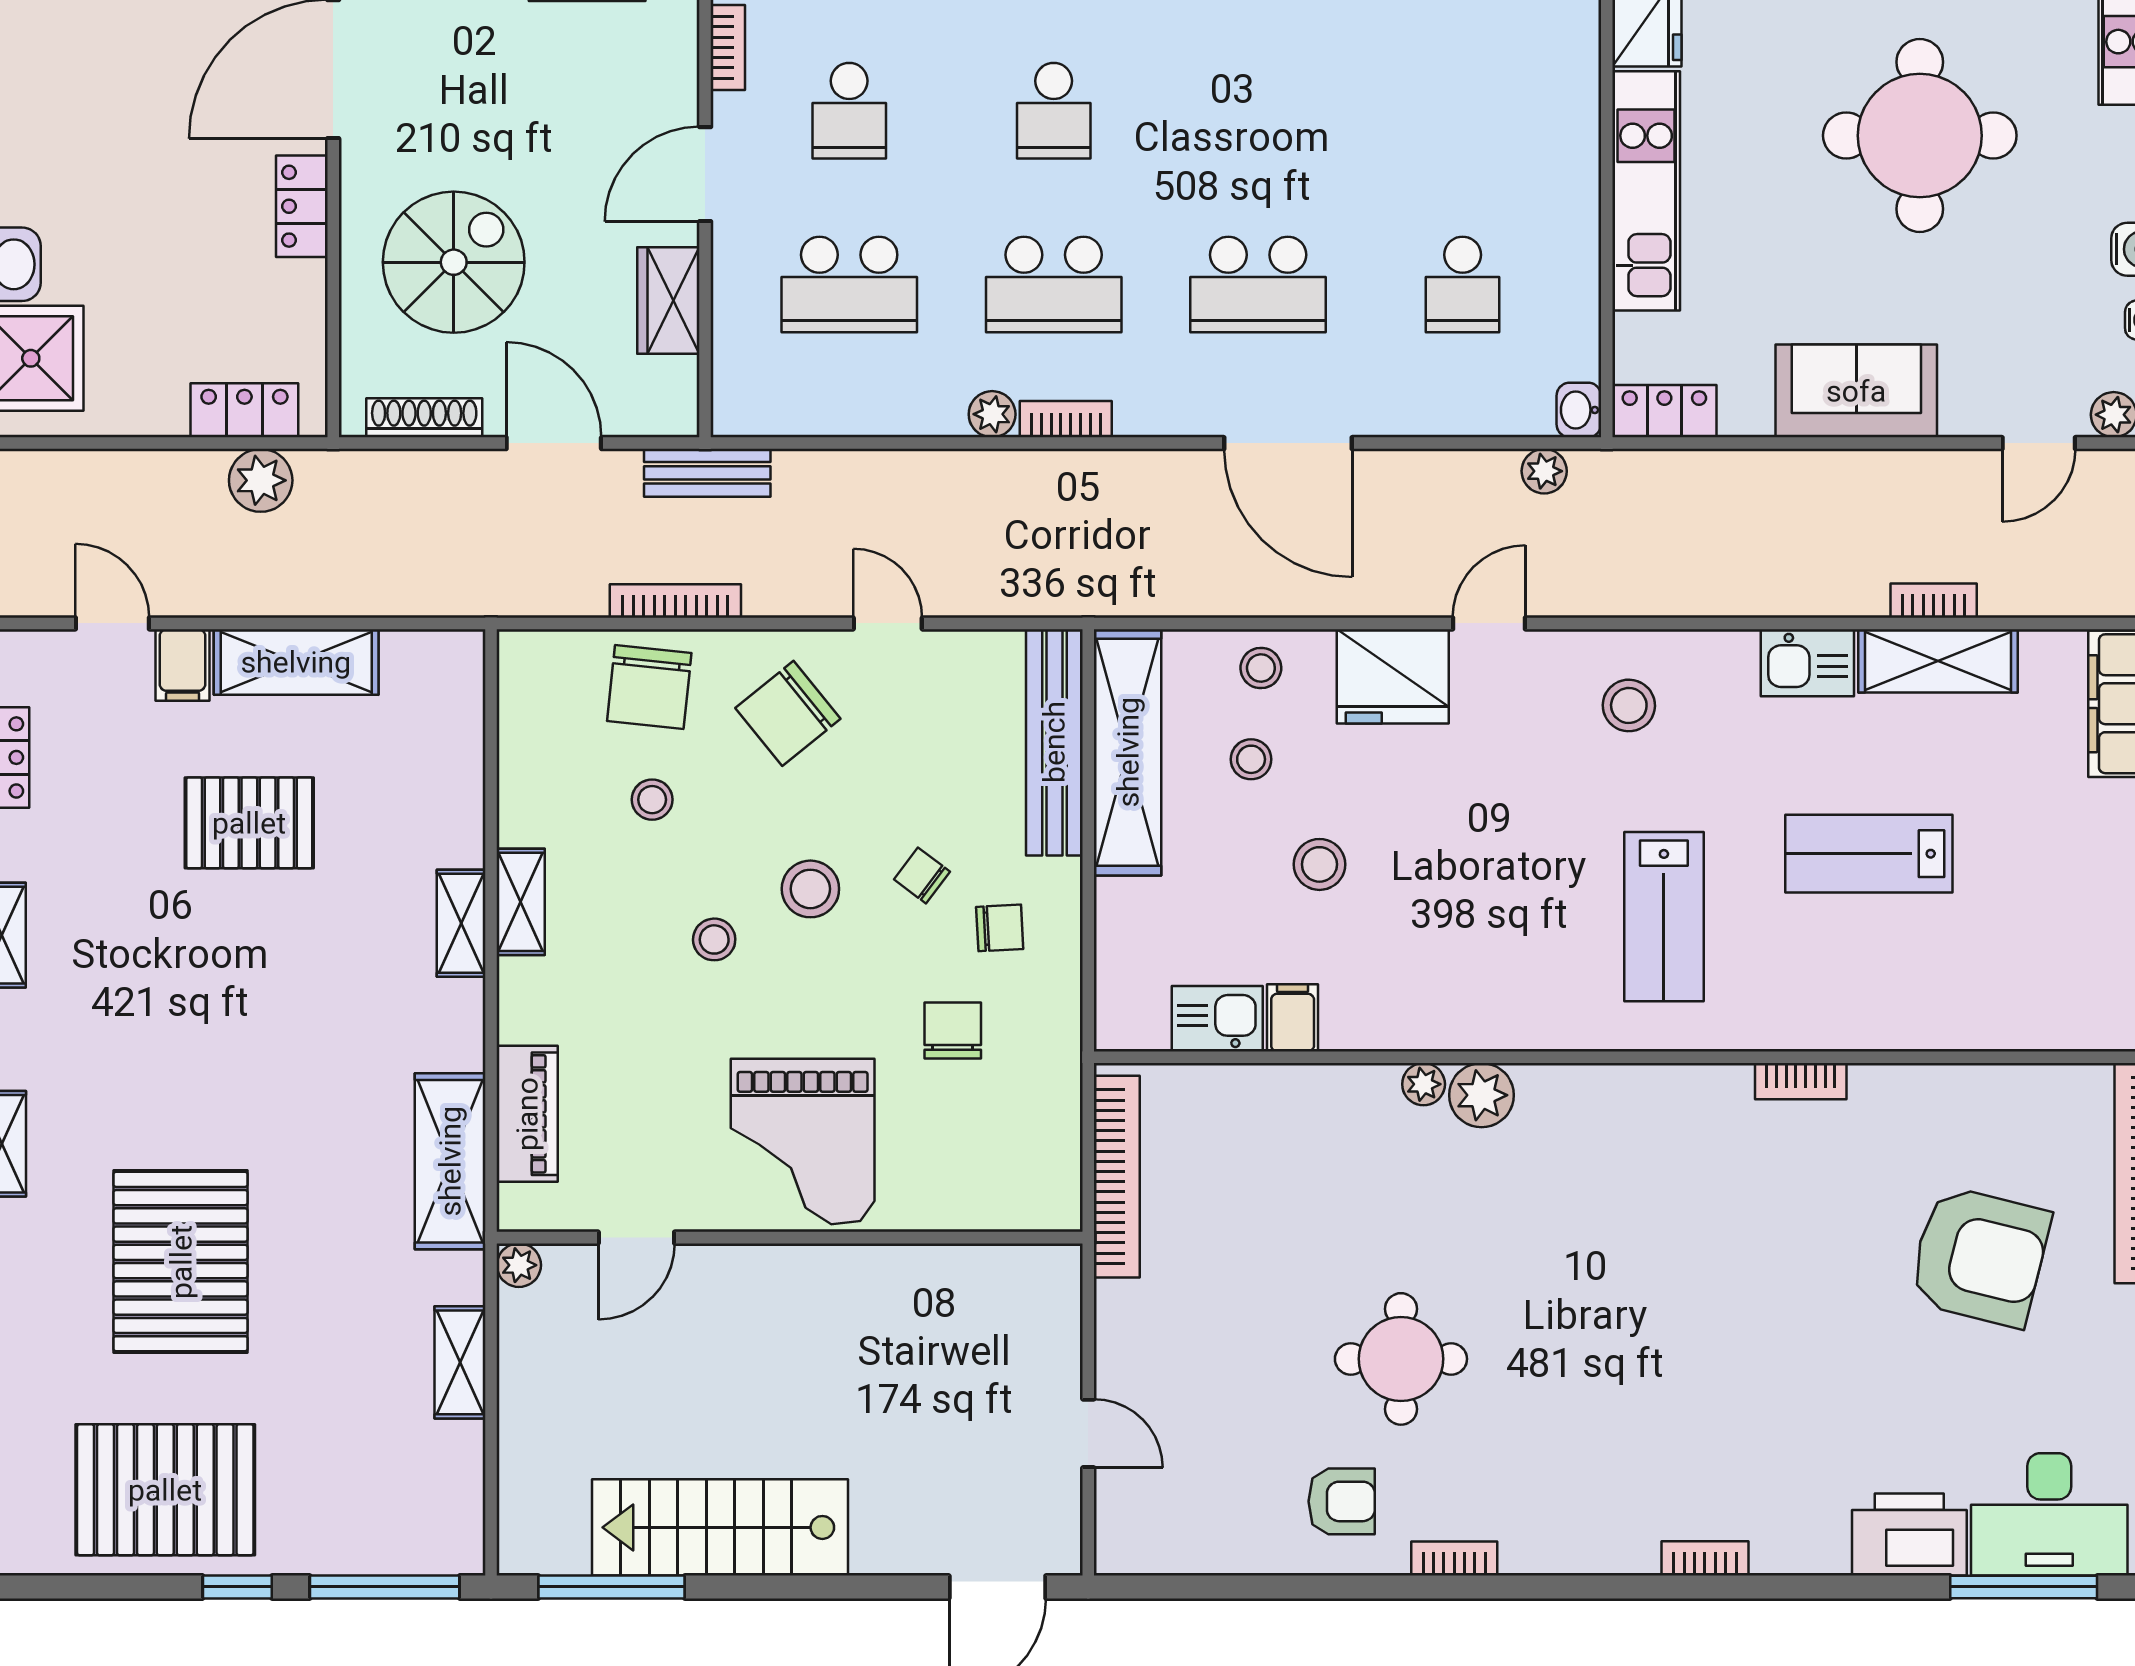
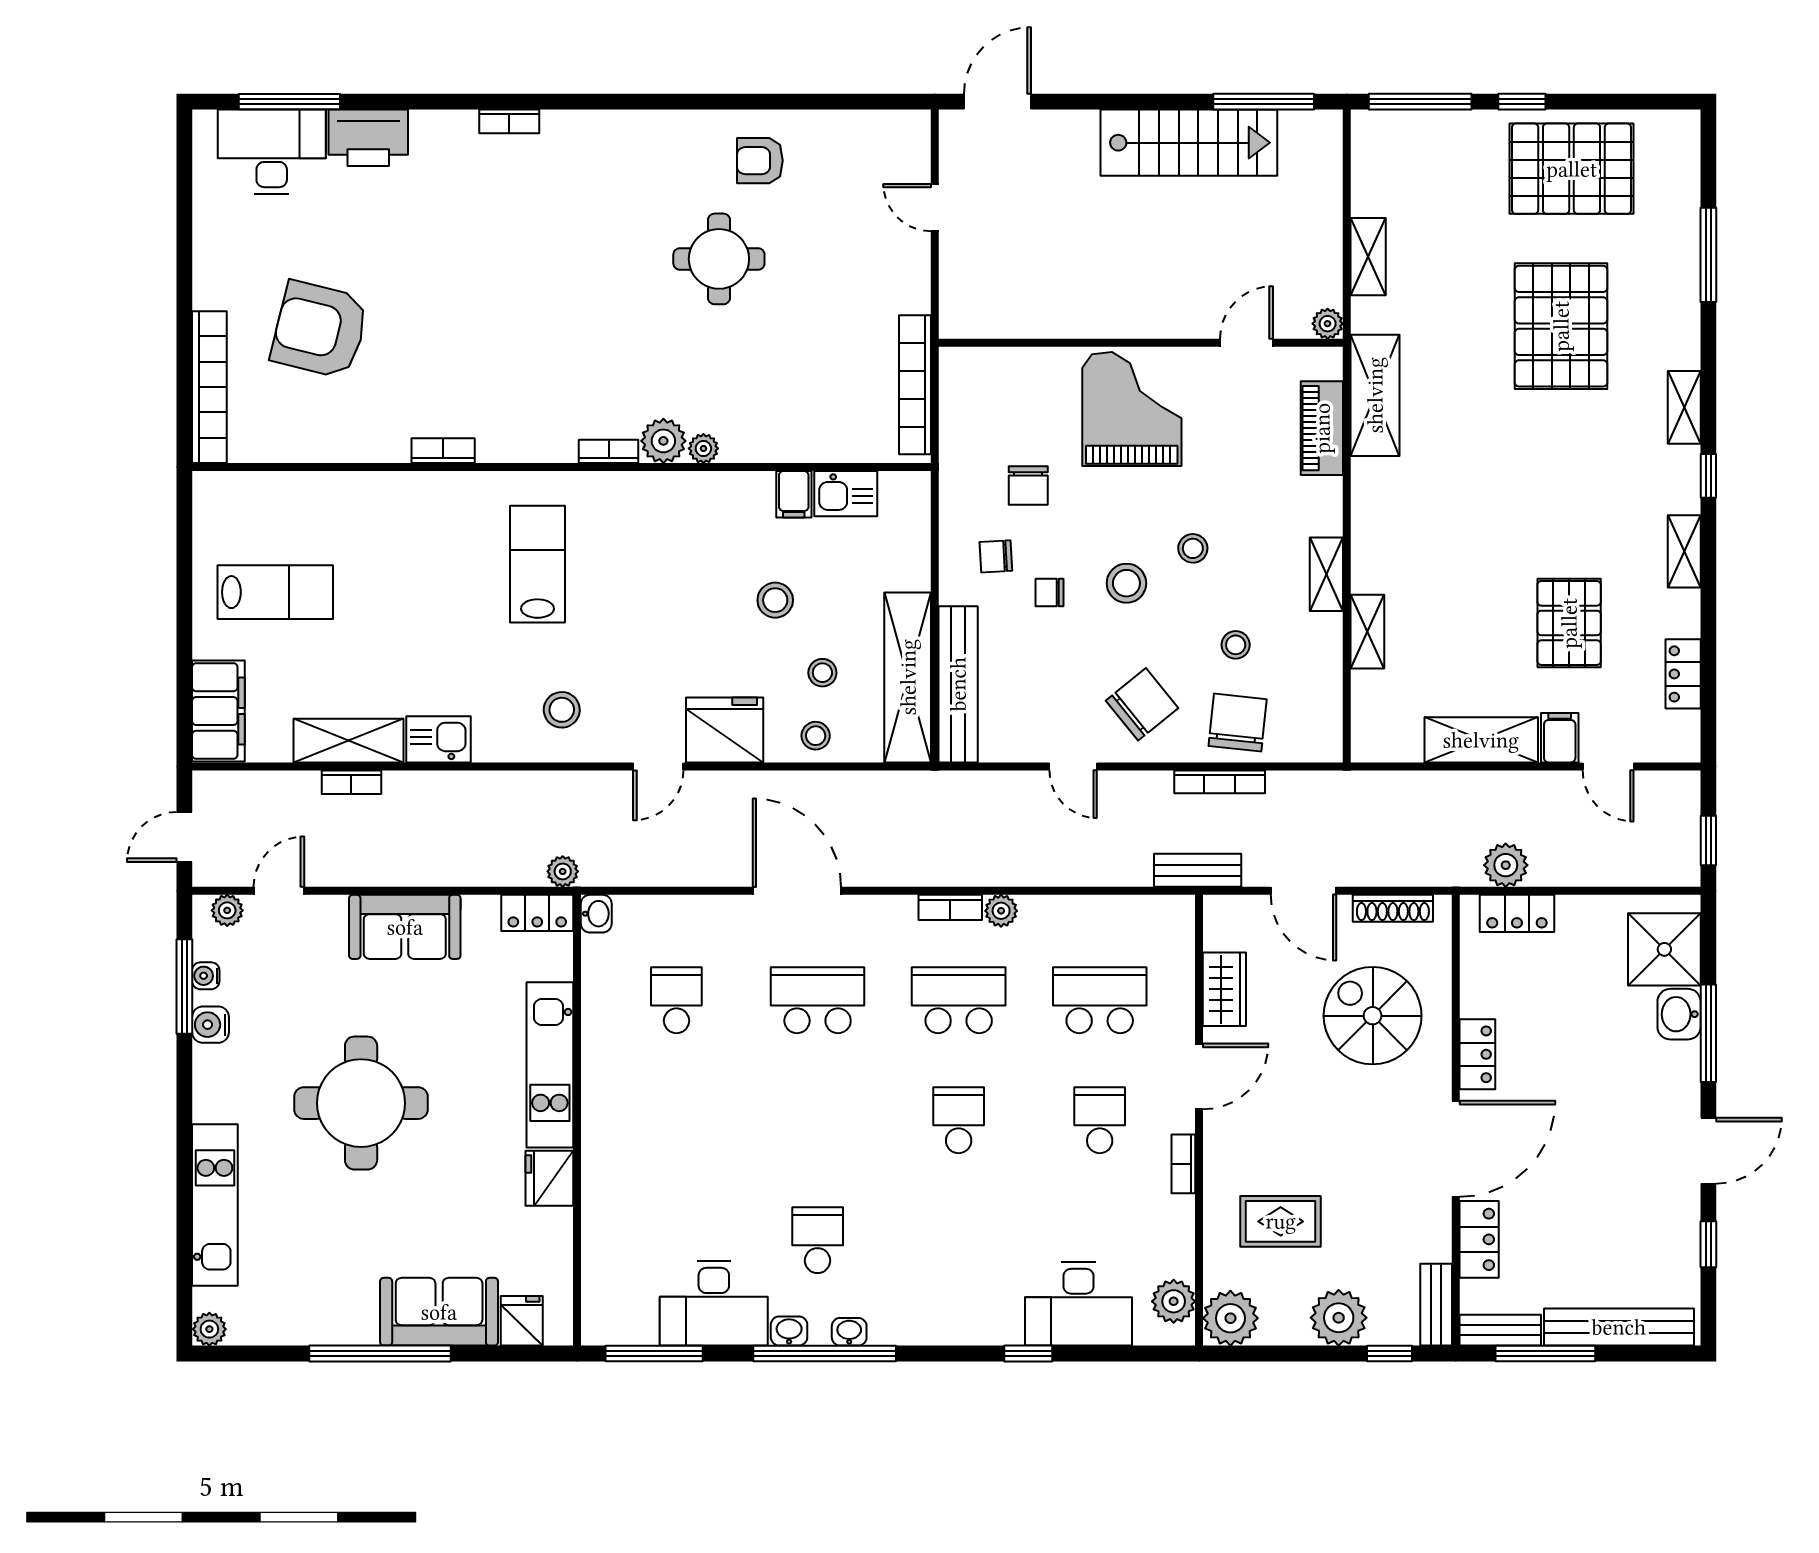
spiral stairs: (454, 262) -> (1373, 1016), turned 90
plant: (1544, 471) -> (563, 871), moved
pallet: (249, 823) -> (1569, 623), moved, turned 90
lab bench: (1869, 854) -> (275, 592), moved
chair: (922, 875) -> (1049, 593), turned 143
shelving: (461, 923) -> (1367, 632), moved
bookcase: (1454, 1559) -> (609, 451), moved, turned 180

